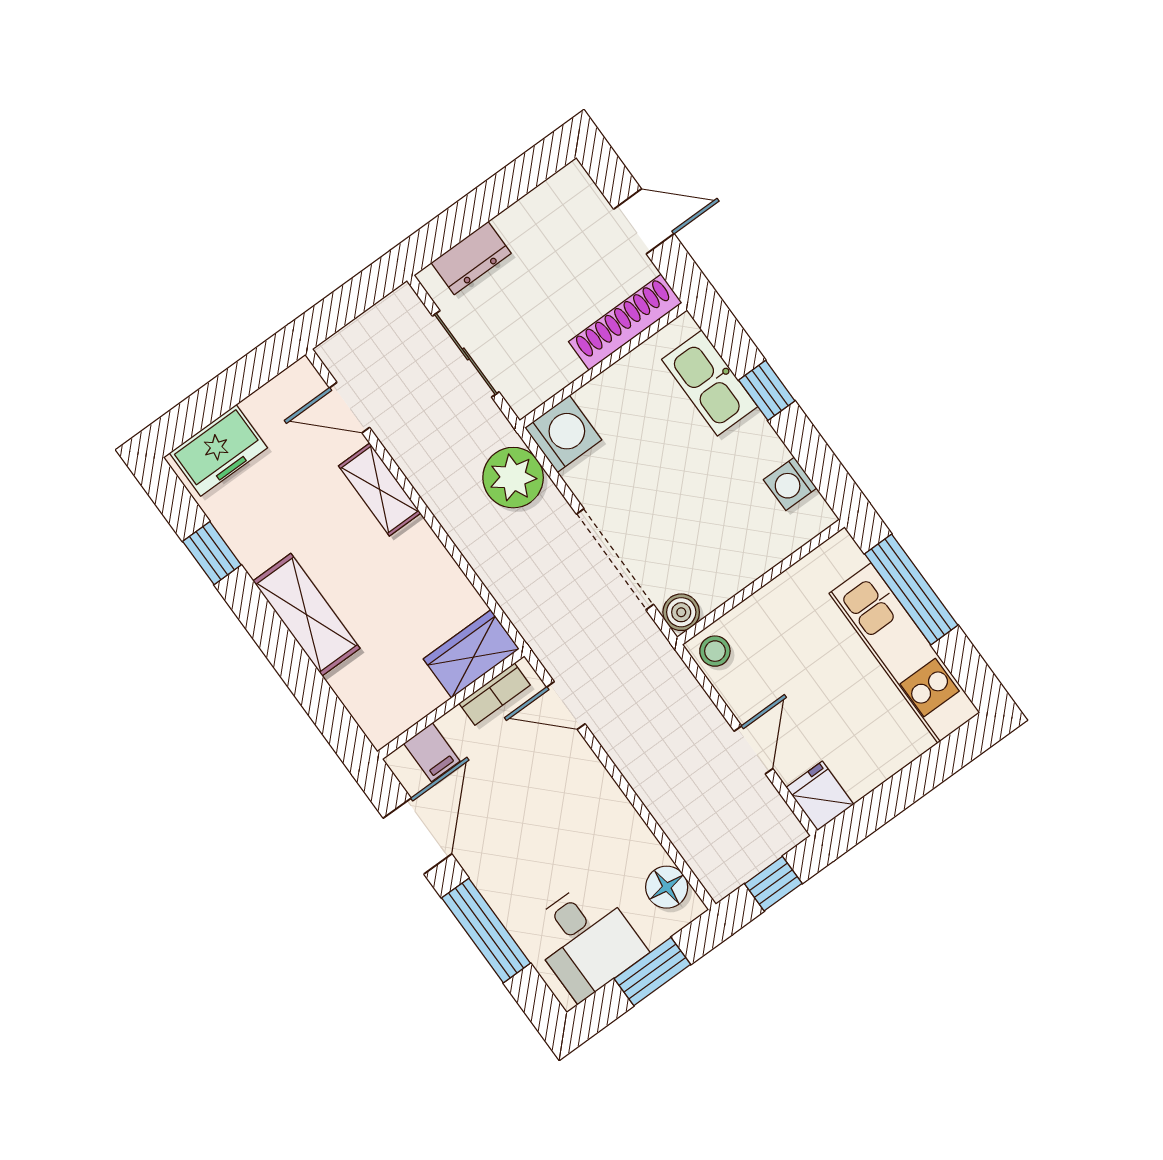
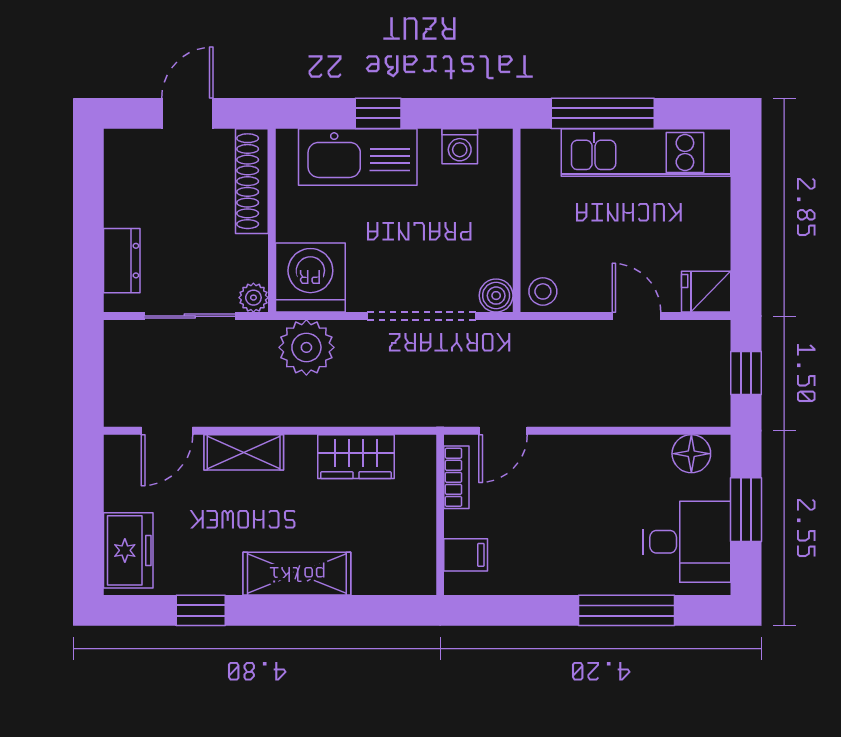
kitchen sink: (710, 383) -> (358, 157), width x1.36, depth x1.24
plant: (523, 399) -> (253, 298), added
washing machine: (563, 434) -> (310, 277), width x1.37, depth x1.37
wardrobe: (471, 654) -> (356, 457), moved, turned -90
door: (417, 836) -> (520, 610), removed

